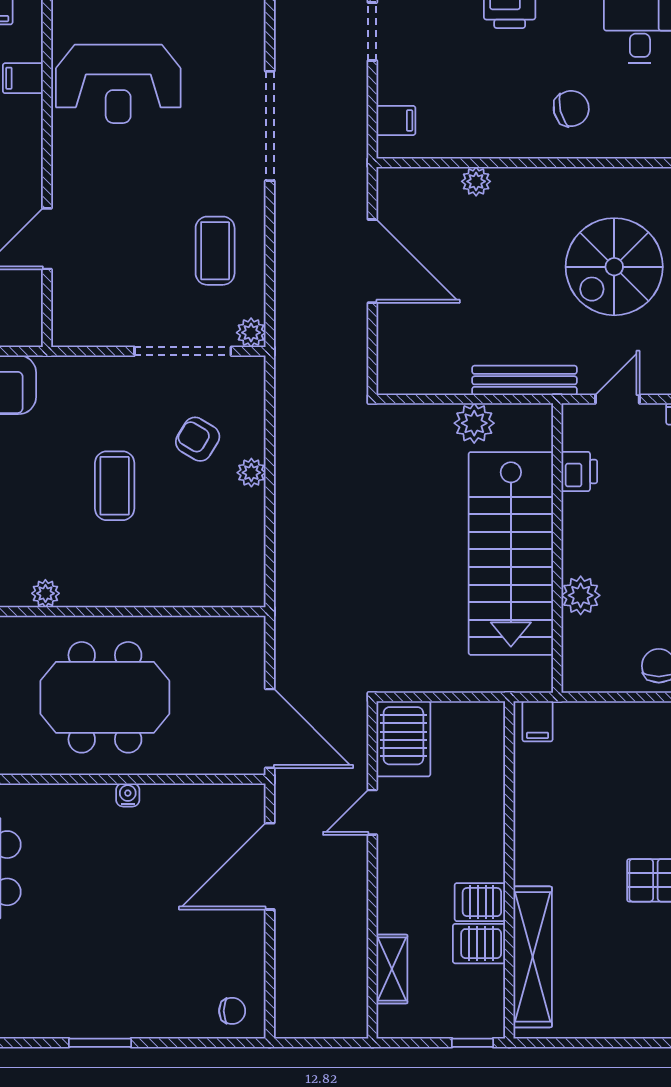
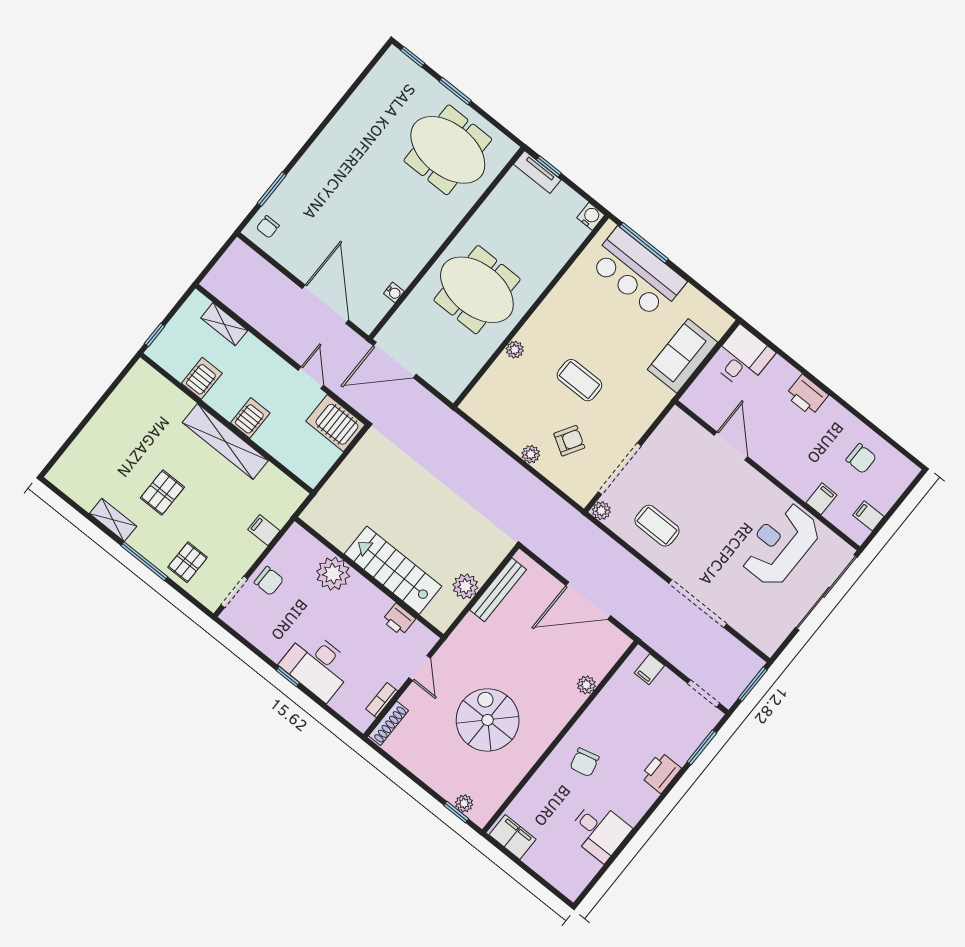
bench: (524, 380) -> (498, 590), moved
stairs: (511, 553) -> (393, 570), width x0.73, depth x0.66
plant: (45, 593) -> (515, 350), moved
plant: (581, 595) -> (333, 574), width x1.36, depth x1.36
meeting table: (105, 697) -> (477, 290), turned 90
filing cabinet: (537, 721) -> (264, 530), moved
water cooler: (128, 795) -> (394, 293), moved
server rack: (480, 902) -> (250, 418), moved
shelving: (533, 957) -> (225, 442), moved
window: (100, 1043) -> (272, 189), moved

